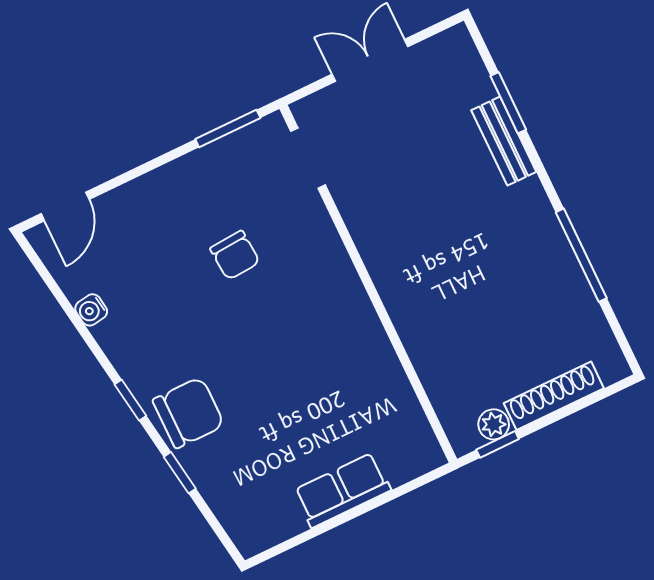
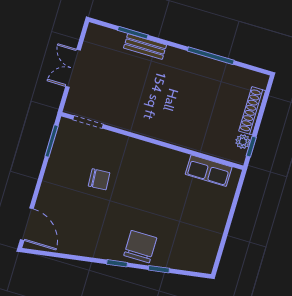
door: (65, 207) -> (27, 224), width x1.38
water cooler: (91, 310) -> (72, 248), removed
row of seats: (342, 490) -> (209, 171), moved, turned -90

